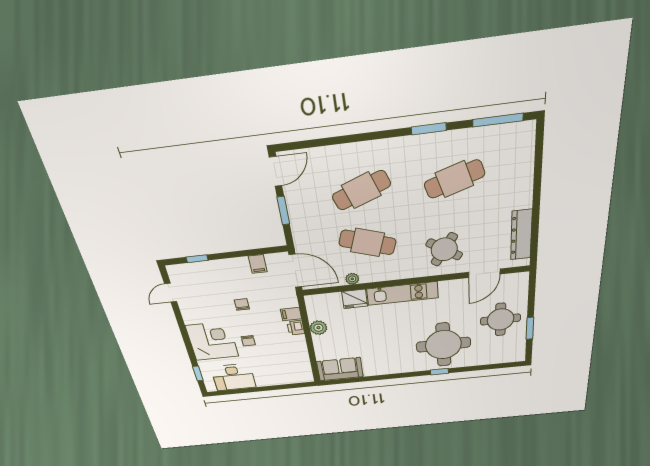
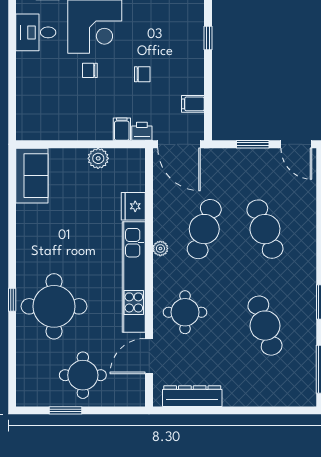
round table: (444, 249) -> (185, 312), turned -33
door: (295, 271) -> (179, 144), hinge flipped
door: (484, 273) -> (149, 356), hinge flipped
plant: (352, 279) -> (160, 248), moved
kitchen unit: (403, 293) -> (134, 277), width x1.36
printer: (296, 328) -> (142, 131), moved
desk: (233, 377) -> (36, 32), width x0.73

